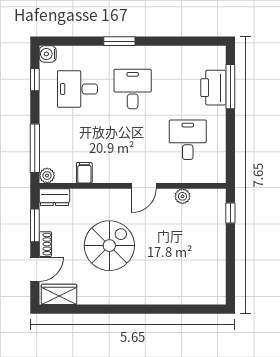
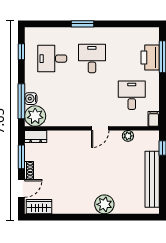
water cooler: (48, 54) -> (31, 99), moved
filing cabinet: (84, 173) -> (154, 119), moved
plant: (47, 176) -> (35, 116), width x1.88, depth x1.88
spiral stairs: (109, 246) -> (75, 171), removed
bench: (216, 256) -> (152, 179), added
plant: (150, 291) -> (104, 204), added

